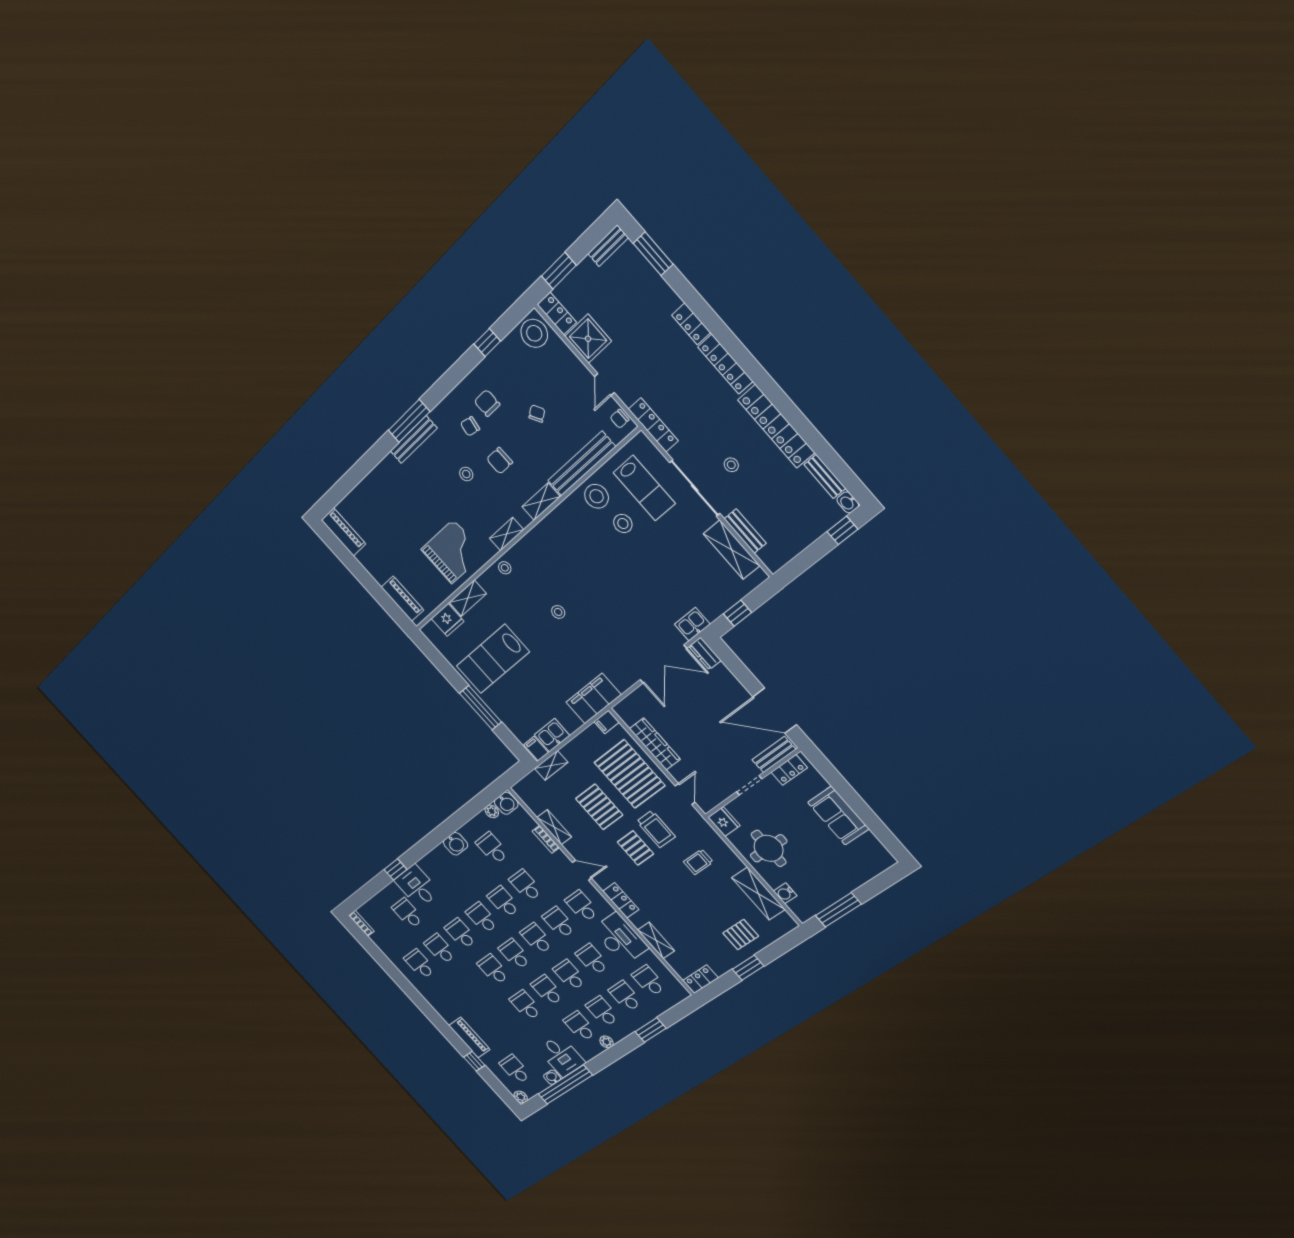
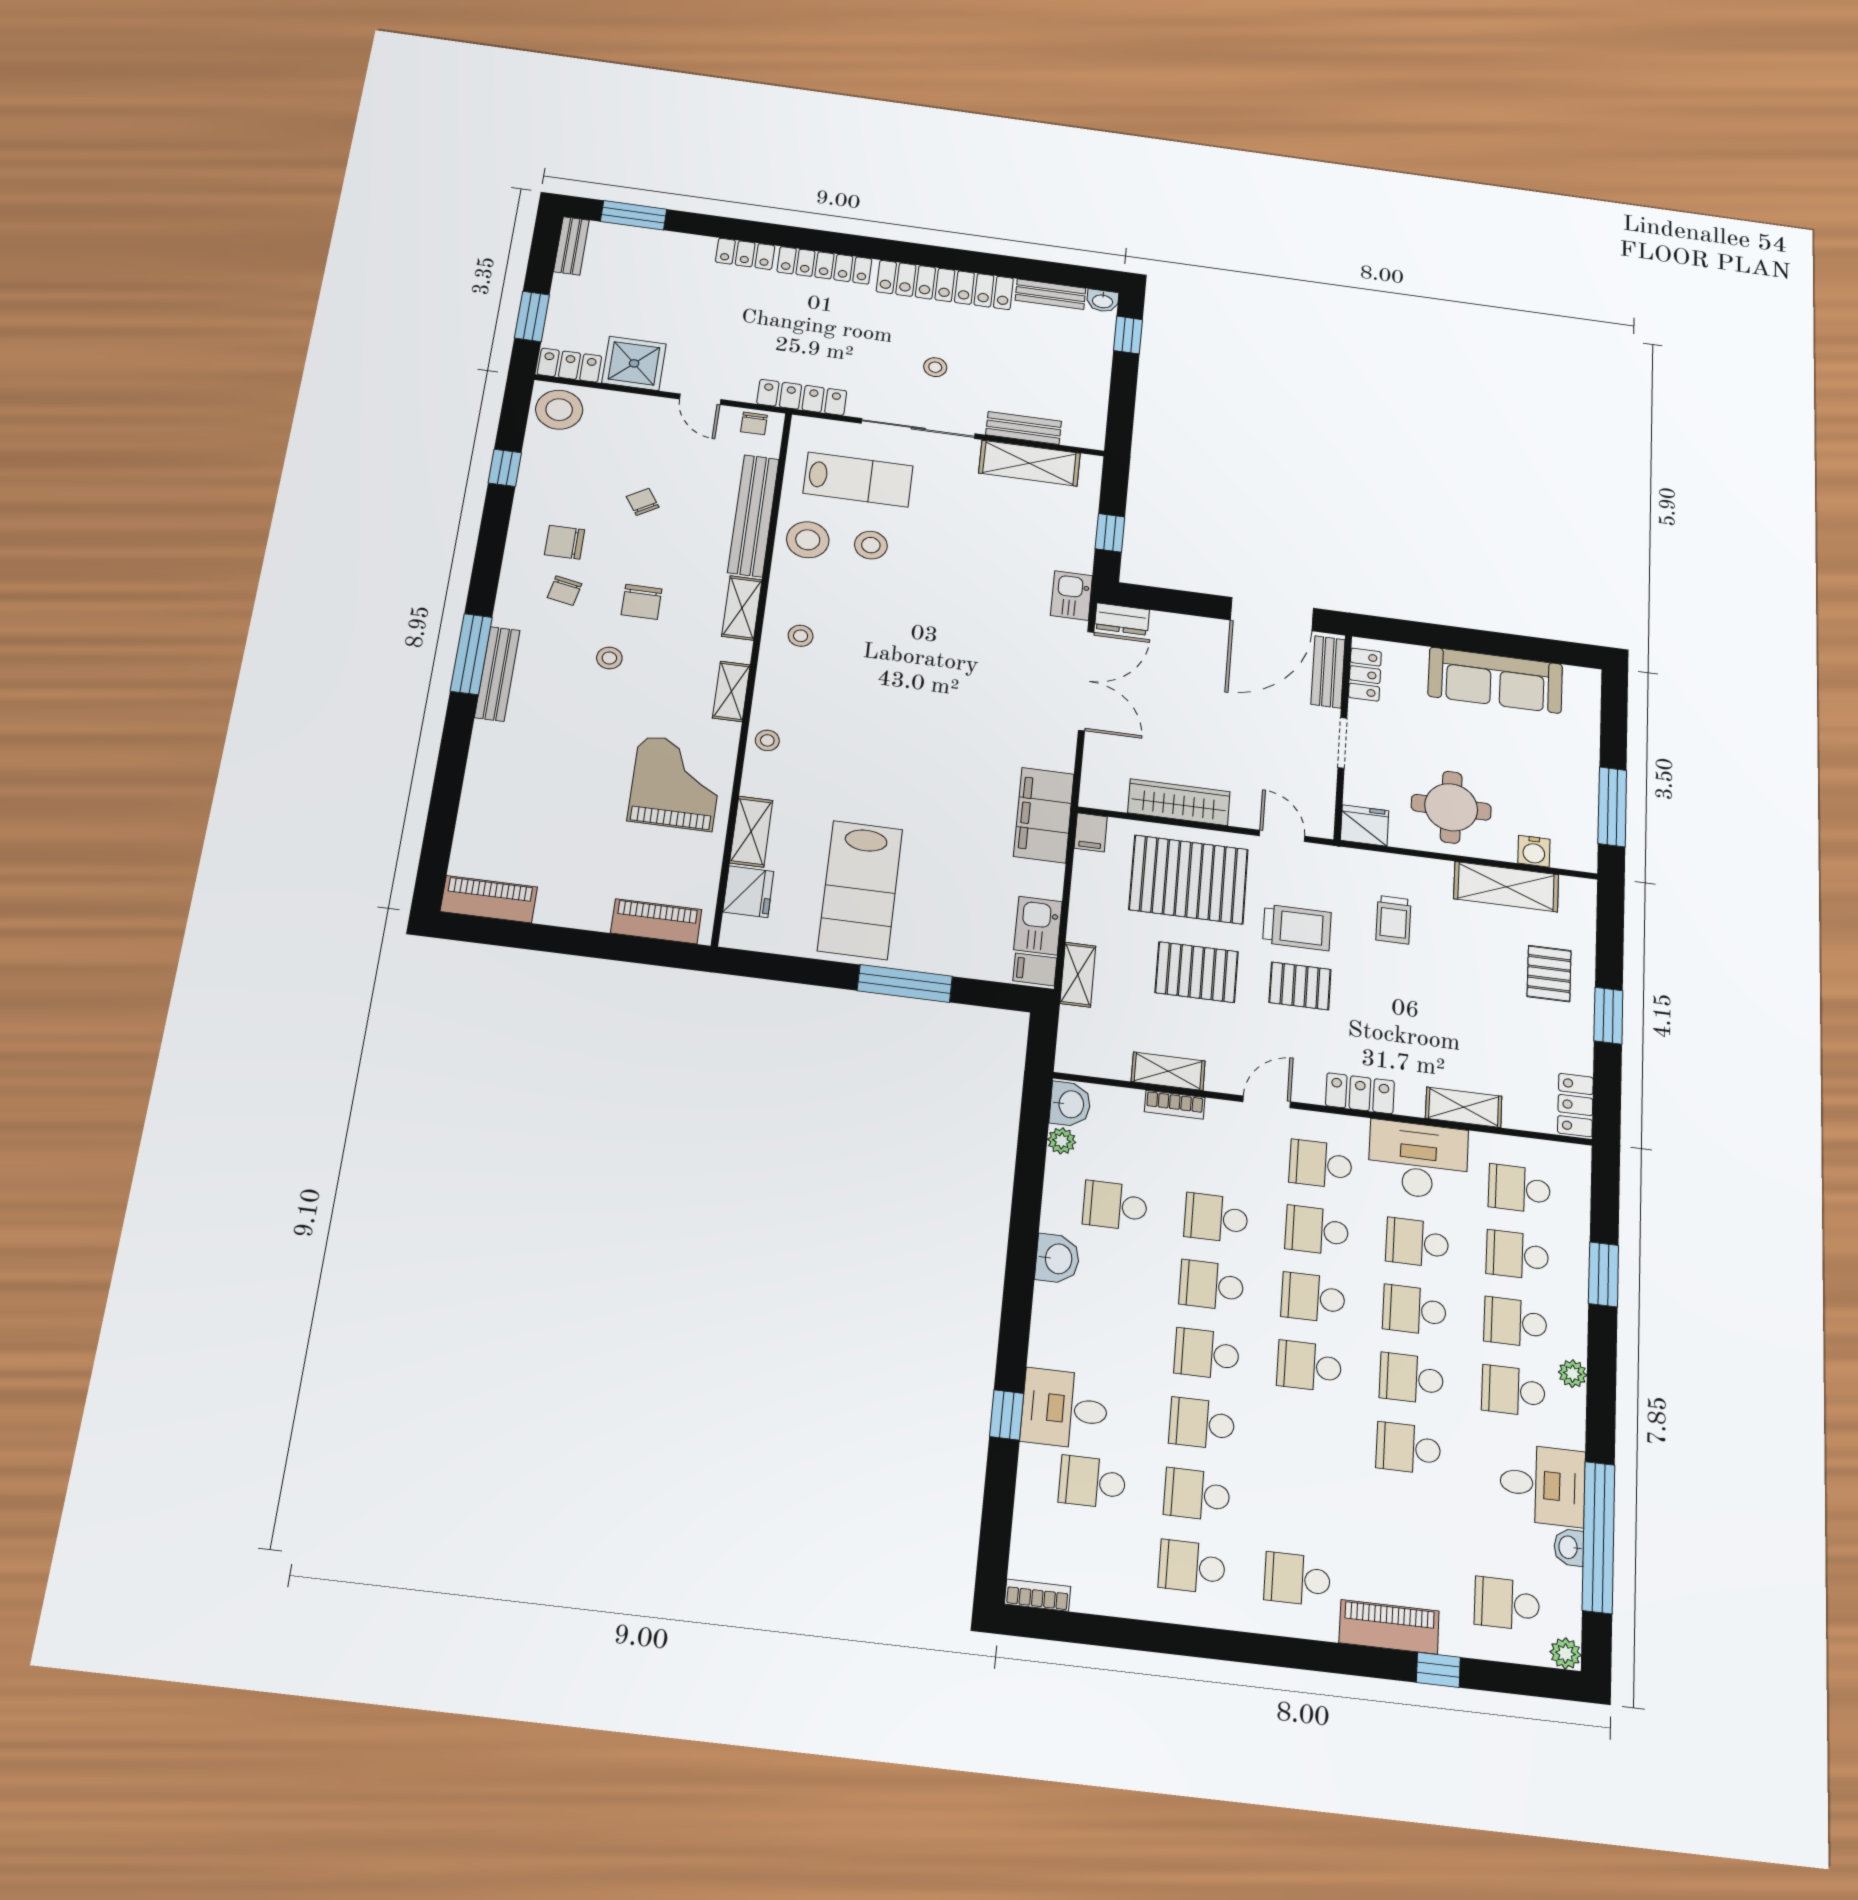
stool: (558, 612) -> (801, 636), moved
sofa: (838, 816) -> (1495, 680), width x1.36
school desk: (493, 969) -> (1297, 1579), moved

